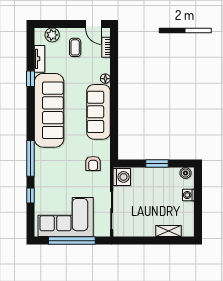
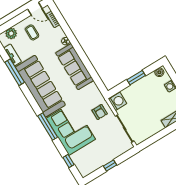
window: (30, 79) -> (15, 72), width x2.17
armchair: (93, 163) -> (100, 112), moved
window: (30, 195) -> (69, 161), moved
corner sofa: (66, 217) -> (71, 129), moved, turned 90
window: (72, 241) -> (110, 166), width x0.32

